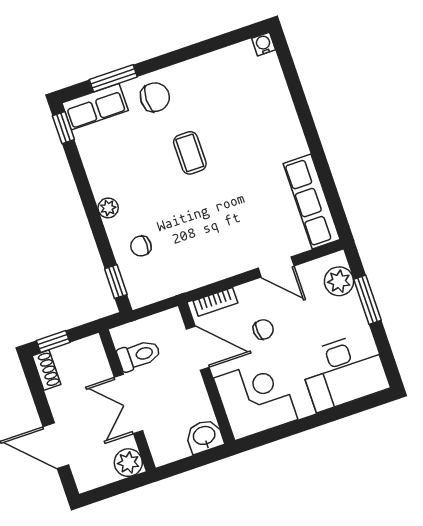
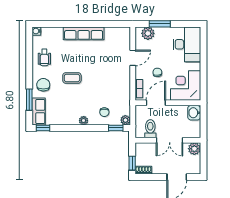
wheelchair: (213, 80) -> (44, 57), added
row of seats: (312, 201) -> (84, 33), moved
plant: (139, 296) -> (125, 120), added

